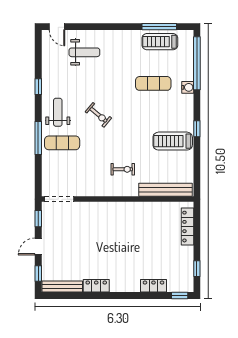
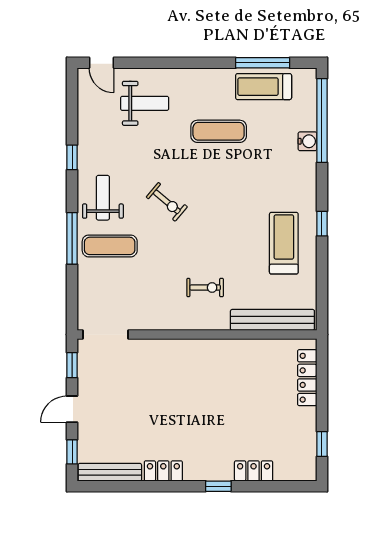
exercise mat: (153, 83) -> (219, 131), moved
water cooler: (188, 87) -> (307, 141), moved
treadmill: (173, 141) -> (284, 243), turned 90
window: (180, 295) -> (218, 486), moved

